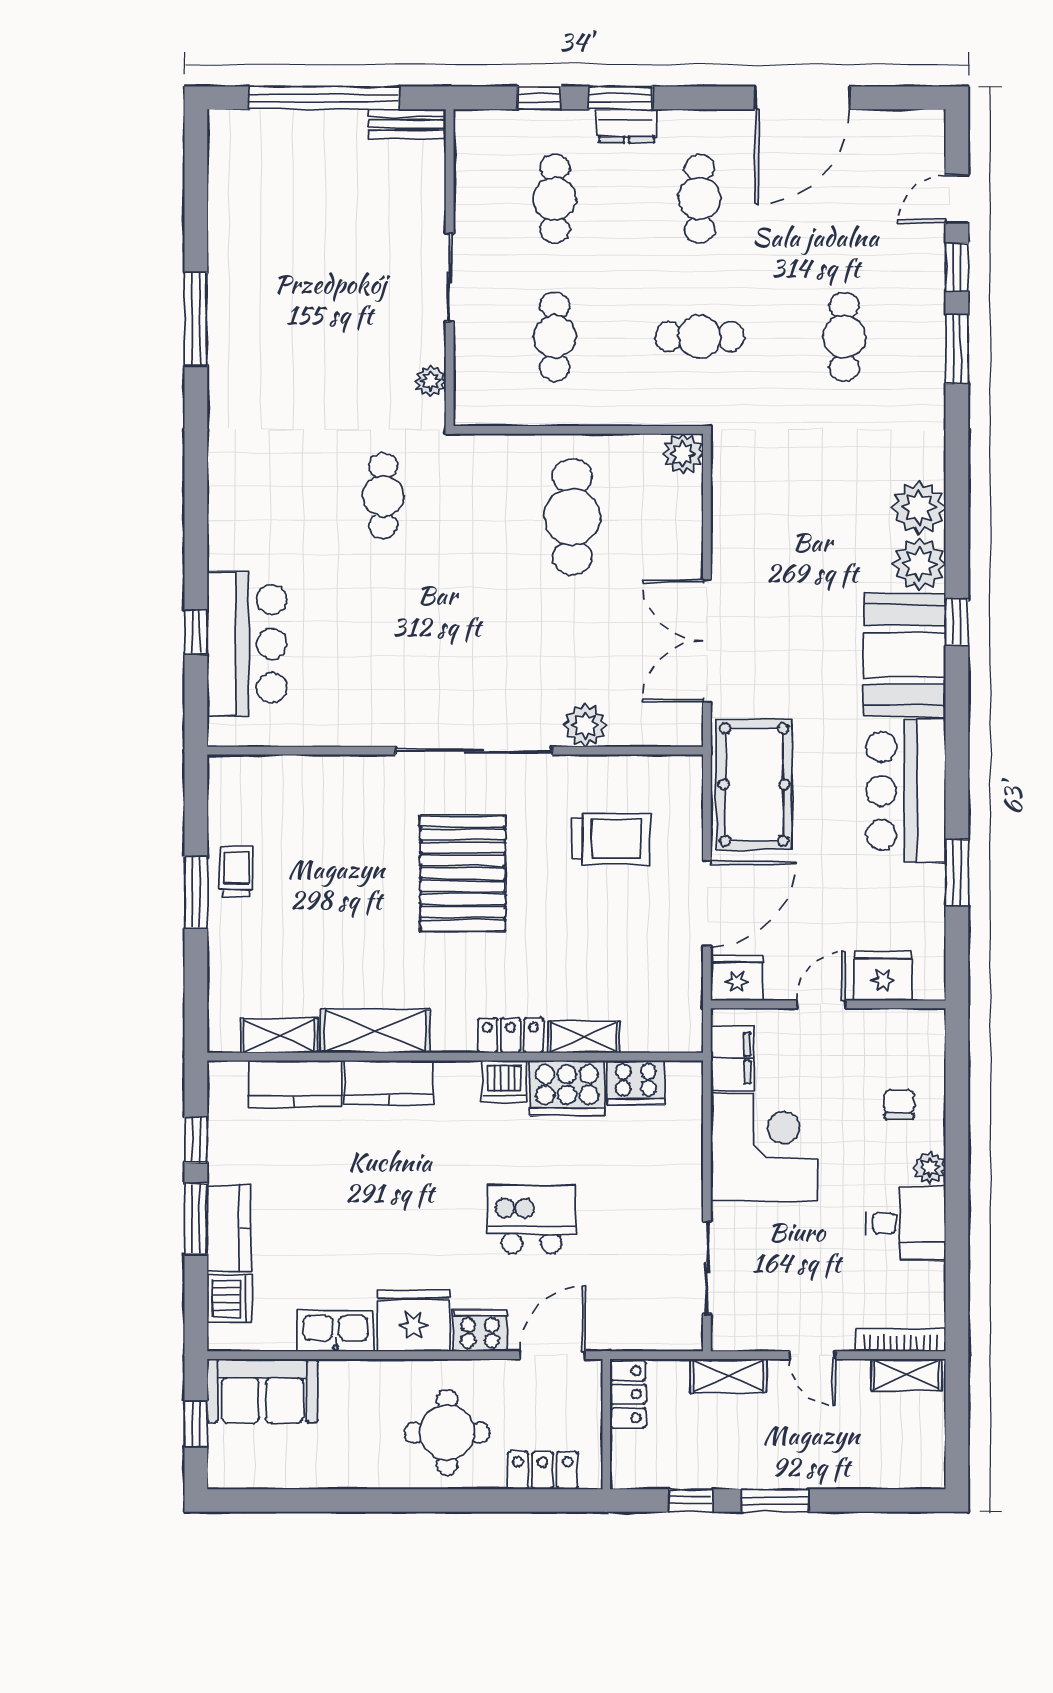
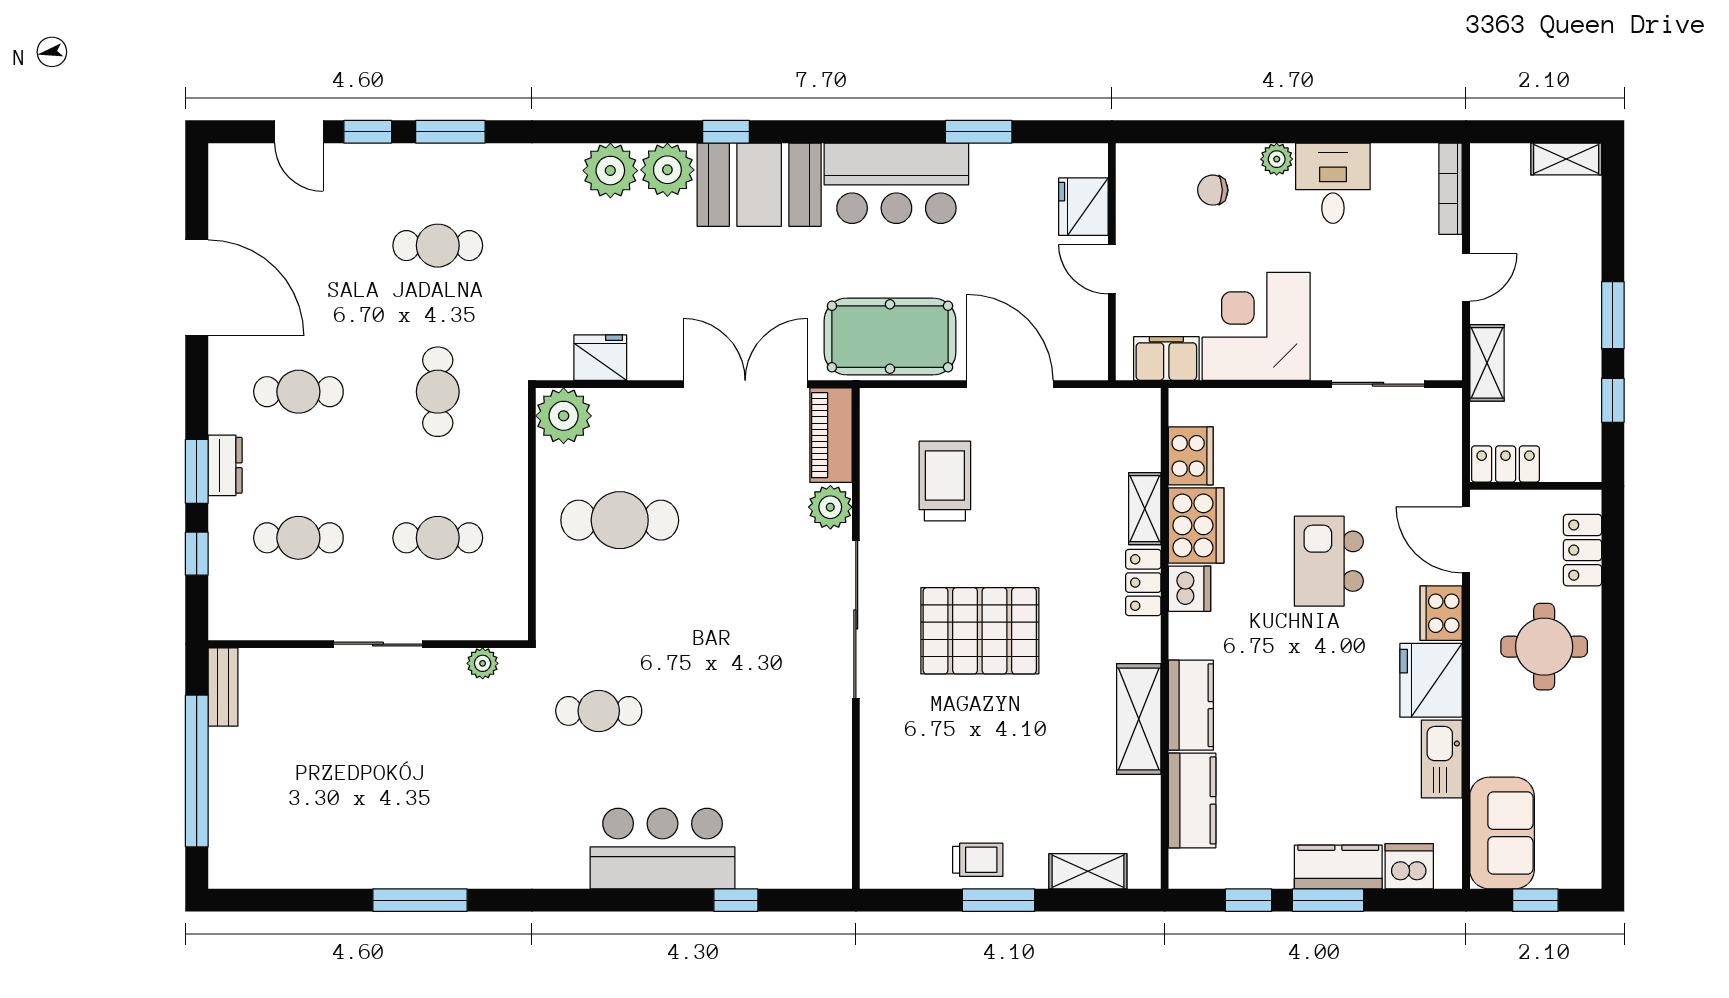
plant: (683, 454) -> (564, 416), width x1.36, depth x1.36
double door: (707, 641) -> (745, 384), swing flipped
bar counter: (247, 644) -> (663, 849), moved
piano: (656, 726) -> (831, 435), added
trolley: (236, 871) -> (978, 860), turned 180
fridge: (737, 978) -> (600, 358), moved, turned 90
shelving: (279, 1035) -> (1088, 871), moved, turned 90
shelving: (906, 1375) -> (1566, 159), moved, turned 90

